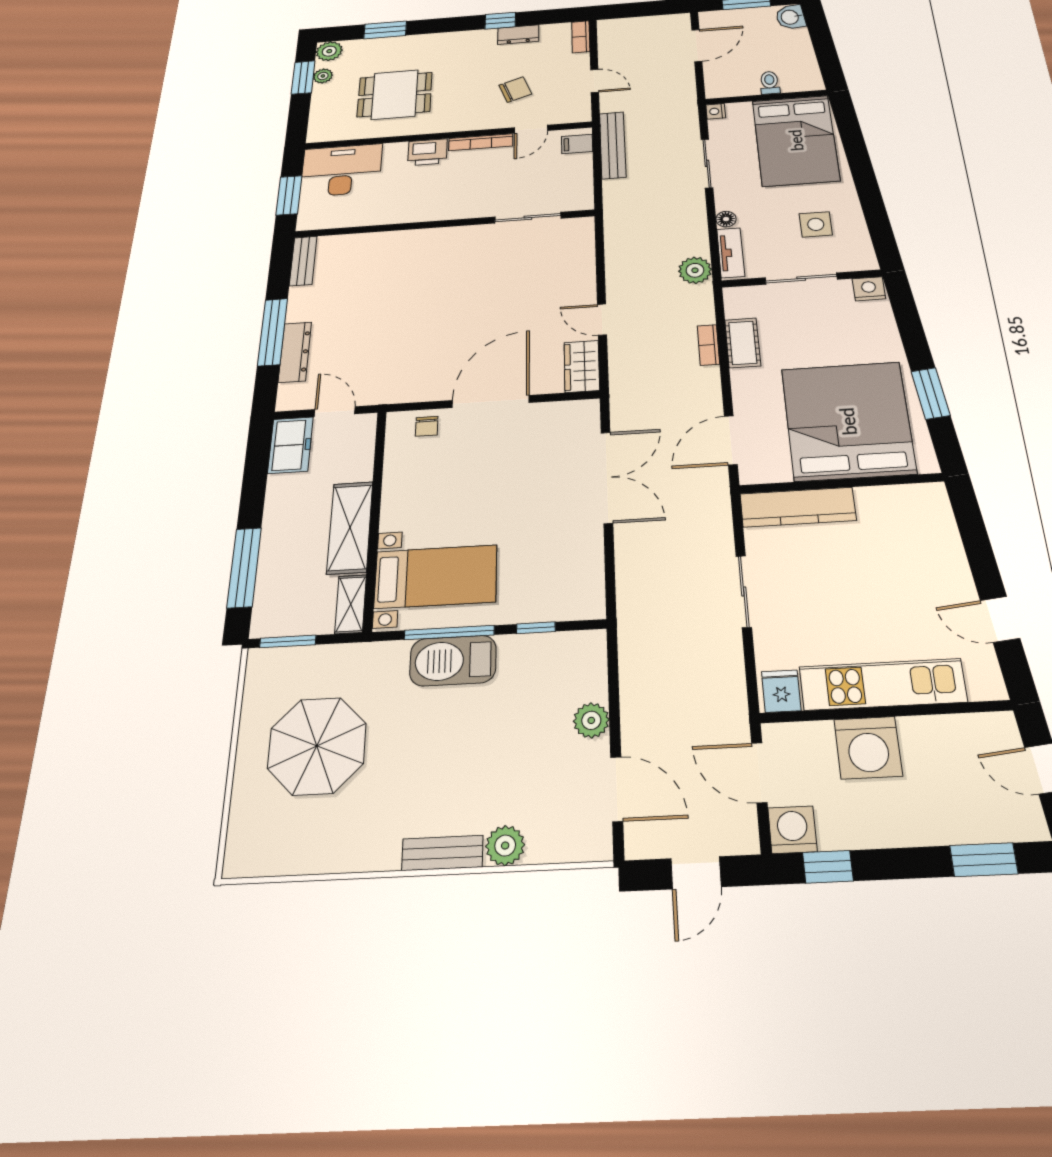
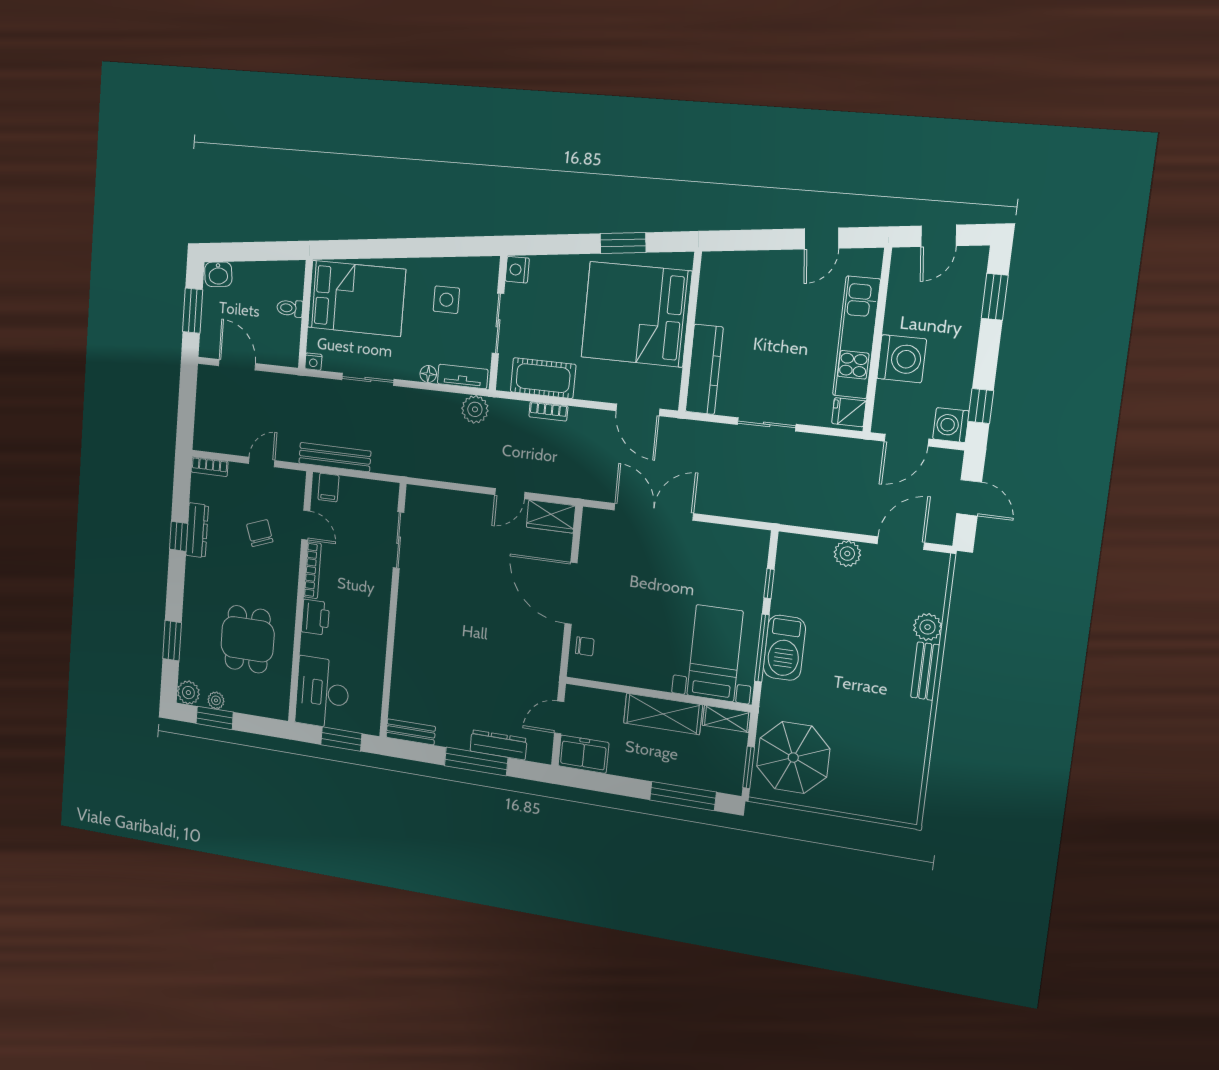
dresser: (518, 35) -> (197, 530), width x1.44
cot: (743, 343) -> (543, 378), width x1.37, depth x1.34
parasol: (317, 746) -> (793, 758), moved

